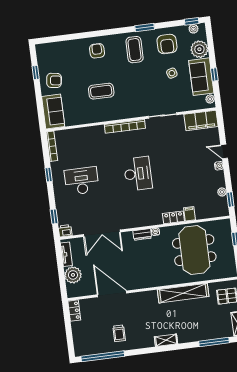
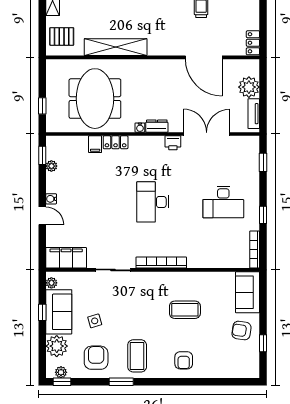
printer: (65, 231) -> (173, 143), moved

